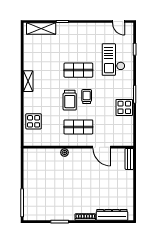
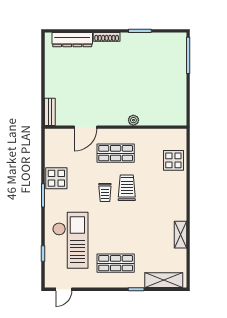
door: (118, 21) -> (64, 289), swing flipped
checkout: (113, 60) -> (70, 240), width x1.36, depth x1.21
shop shelf: (78, 70) -> (116, 263), moved
shelving: (28, 81) -> (180, 235), moved
door: (102, 147) -> (86, 127), swing flipped

